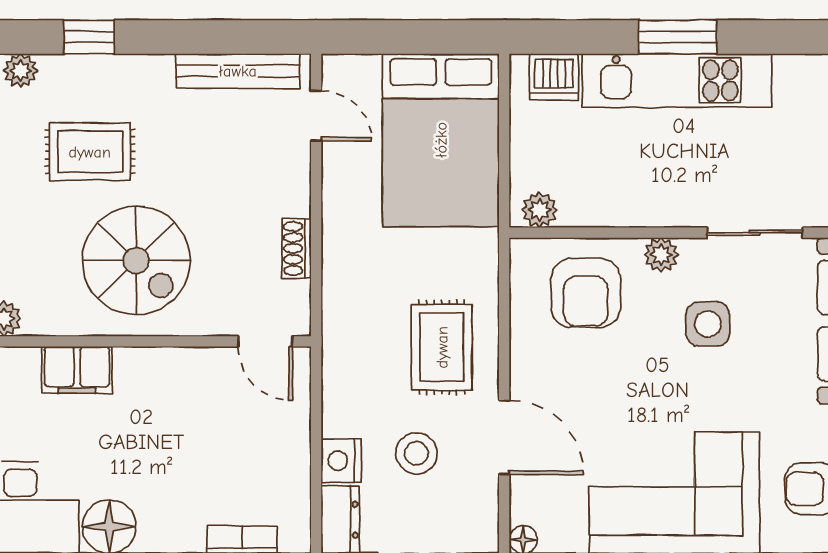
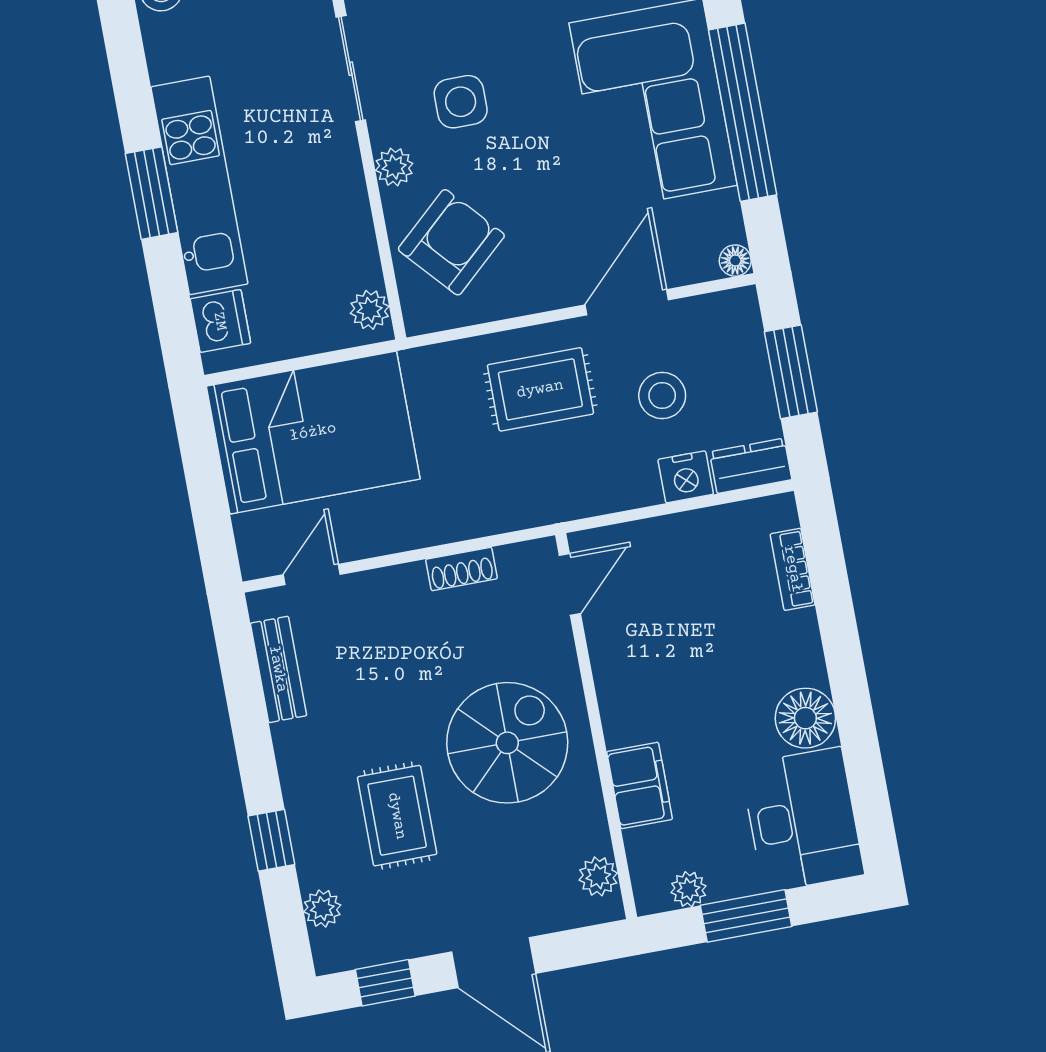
bench: (238, 71) -> (278, 669), width x0.73
armchair: (586, 293) -> (451, 242), turned -42

